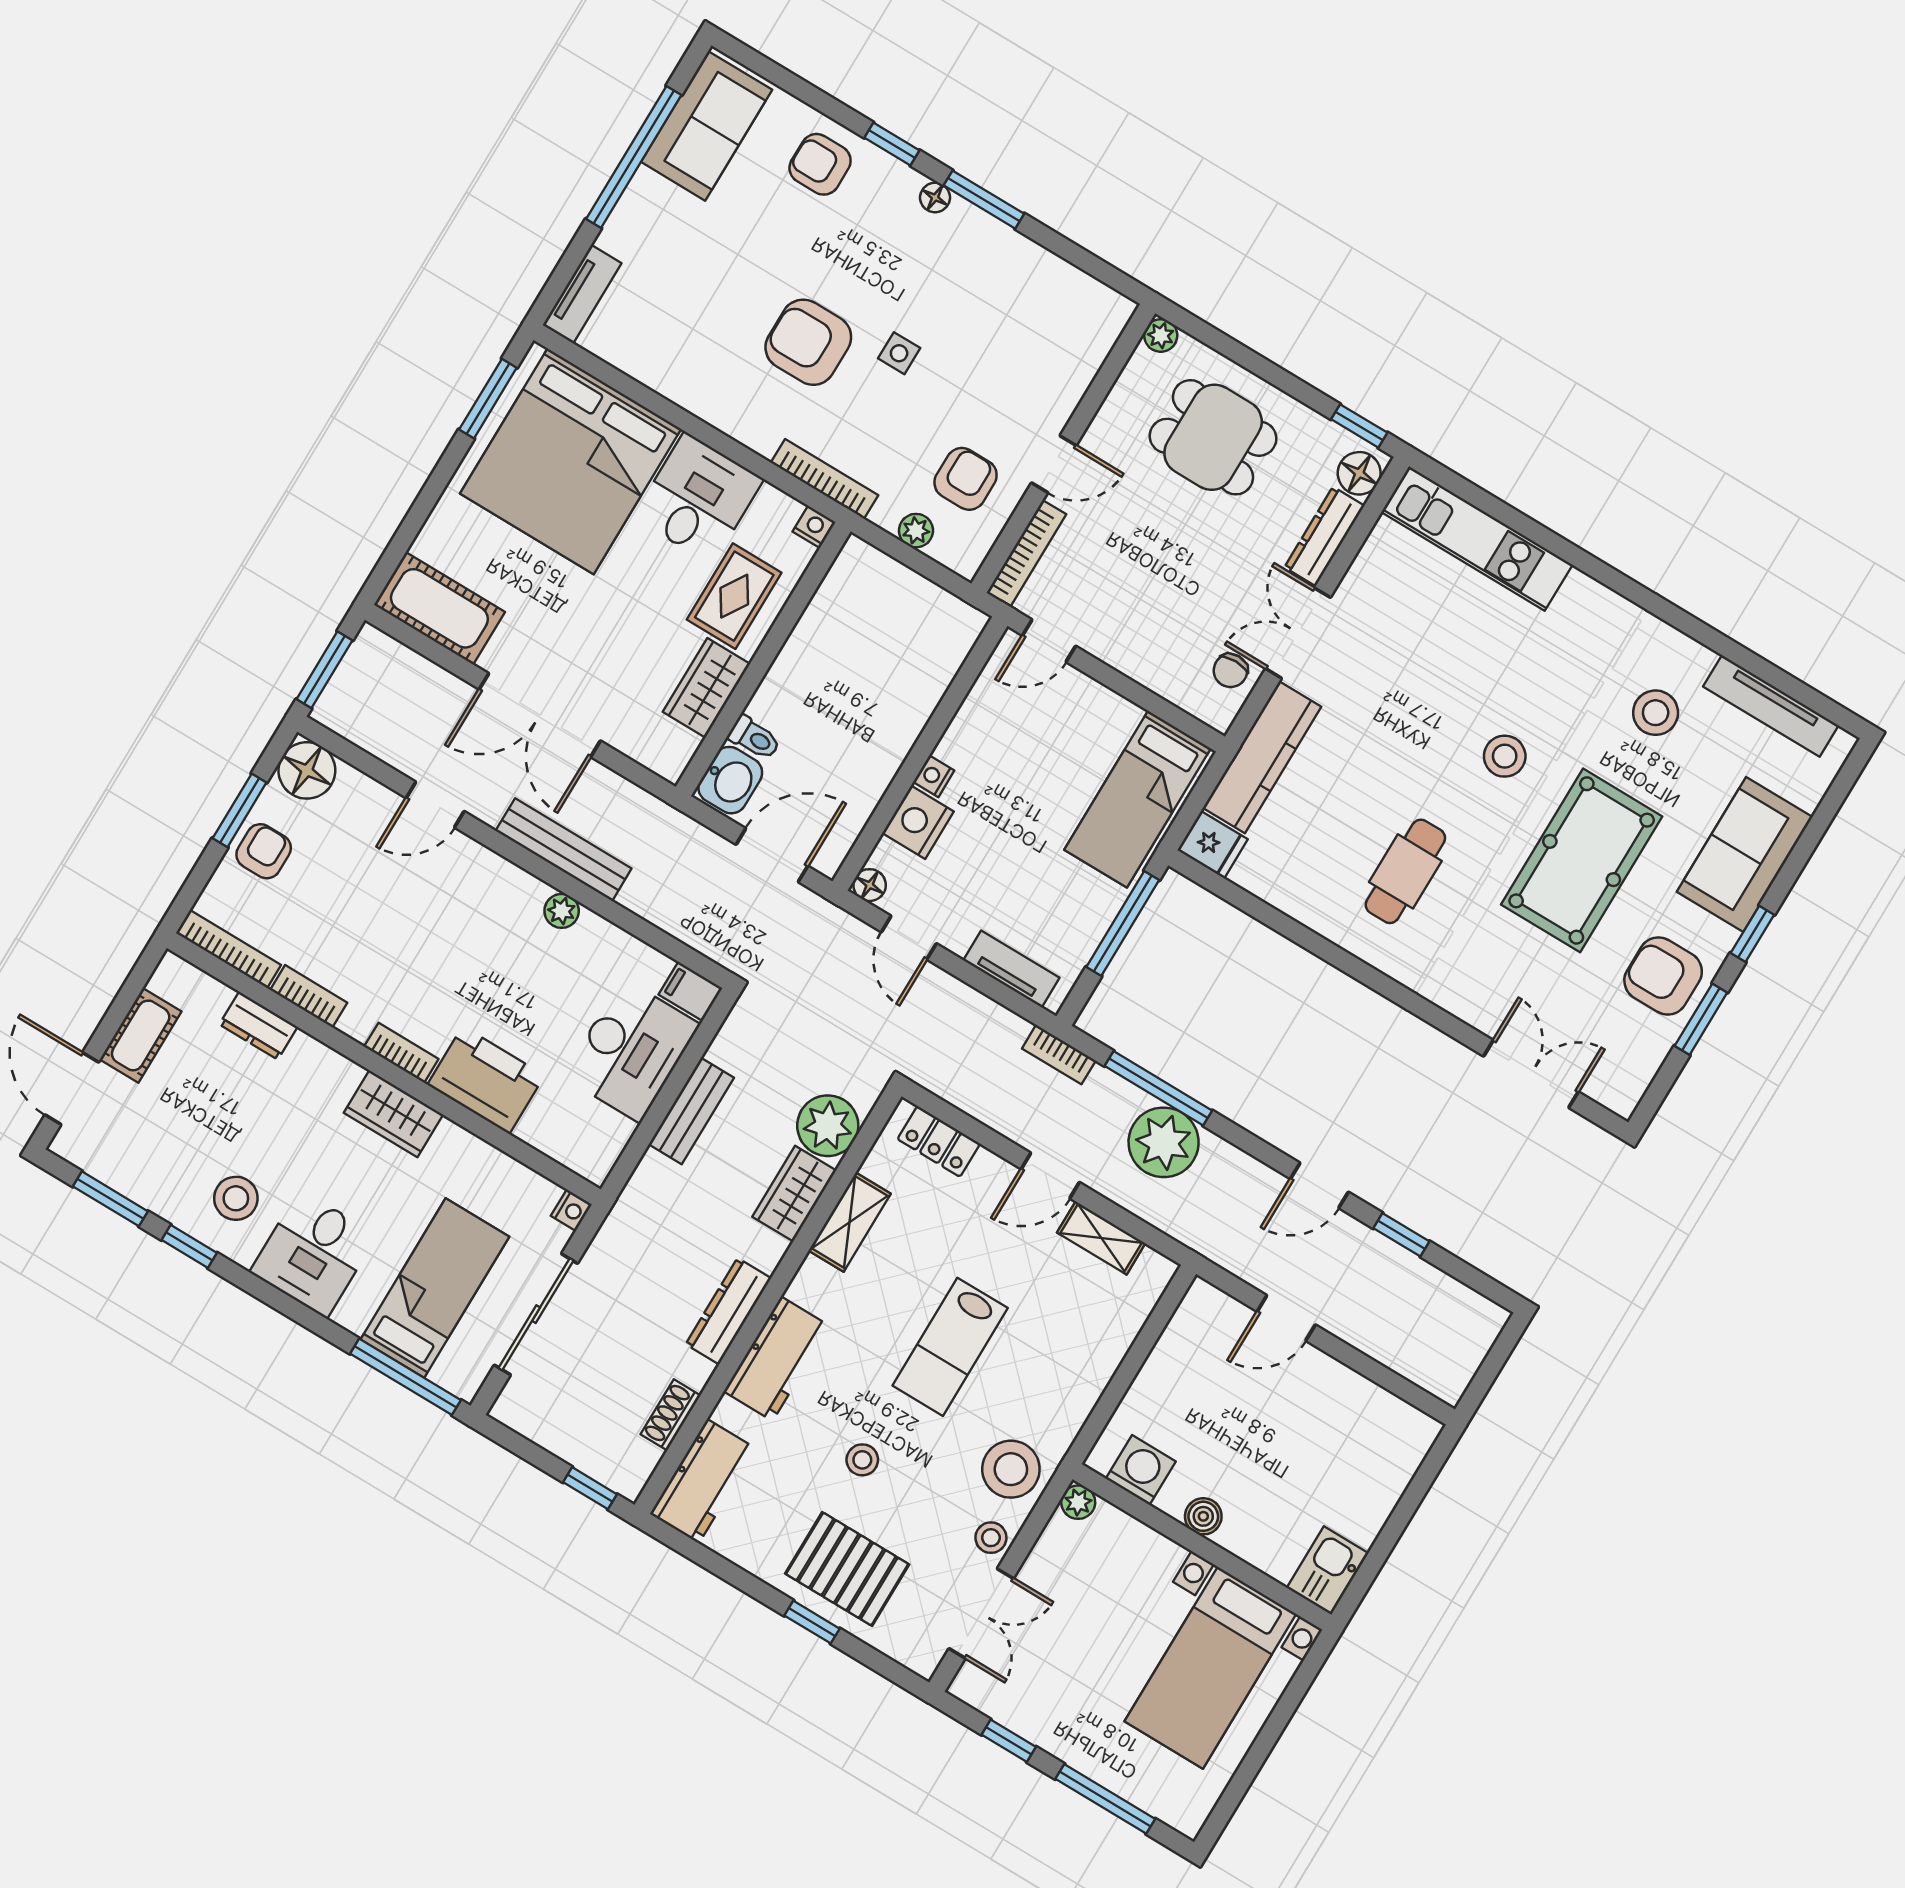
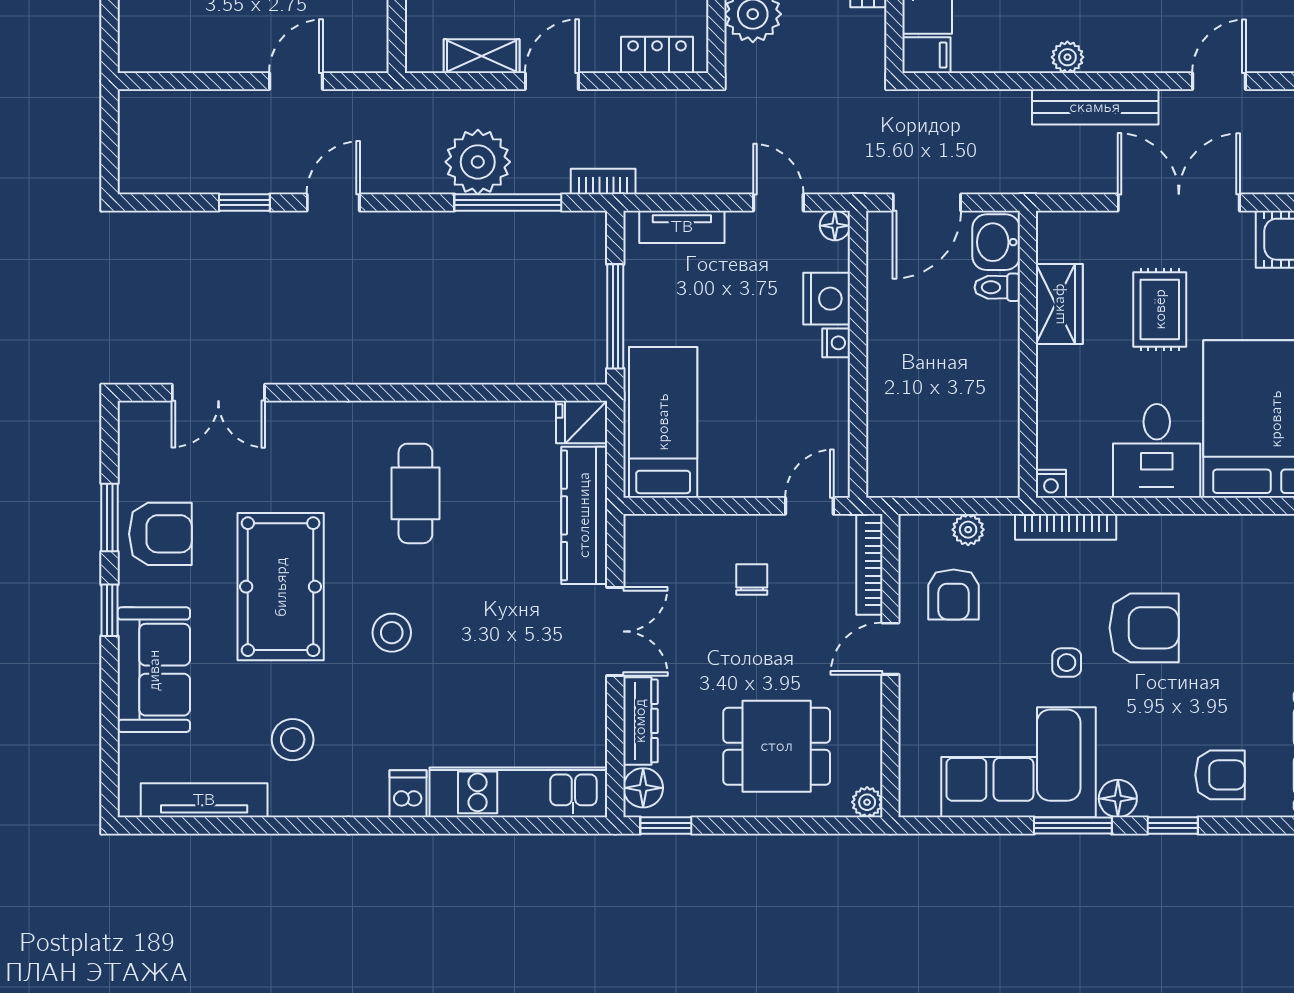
floor lamp: (935, 198) -> (1118, 799), width x1.37, depth x1.37
corner sofa: (999, 288) -> (1019, 762), added
rug: (734, 596) -> (1160, 309), moved
dishwasher: (1579, 599) -> (408, 794), added
chair: (1230, 671) -> (752, 580), moved

